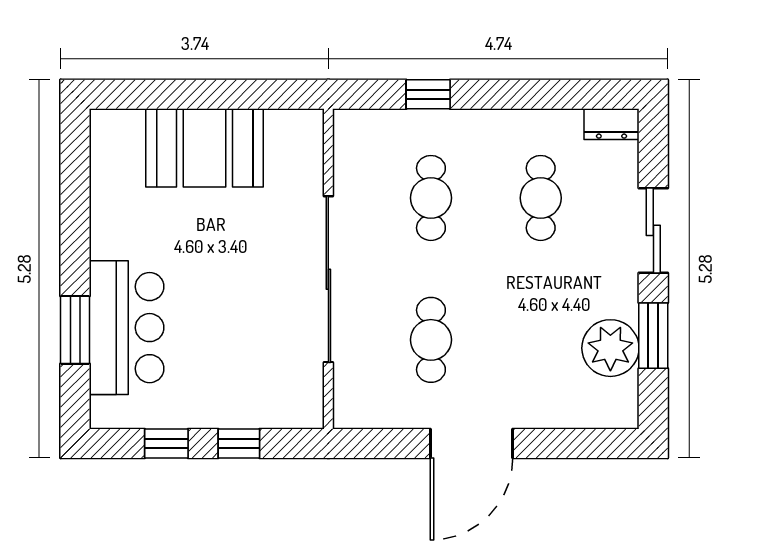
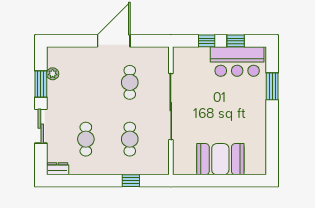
bar counter: (127, 328) -> (237, 61), moved, turned -90
plant: (610, 348) -> (53, 74), width x0.53, depth x0.53

